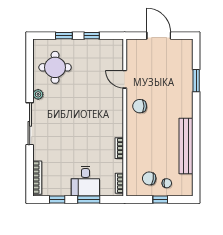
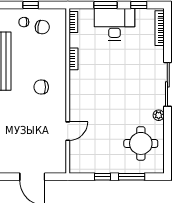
window: (64, 36) -> (132, 177), width x1.50
door: (125, 79) -> (68, 131), hinge flipped
chair: (140, 106) -> (41, 87), moved, turned 180
desk: (85, 181) -> (114, 24), width x1.37

